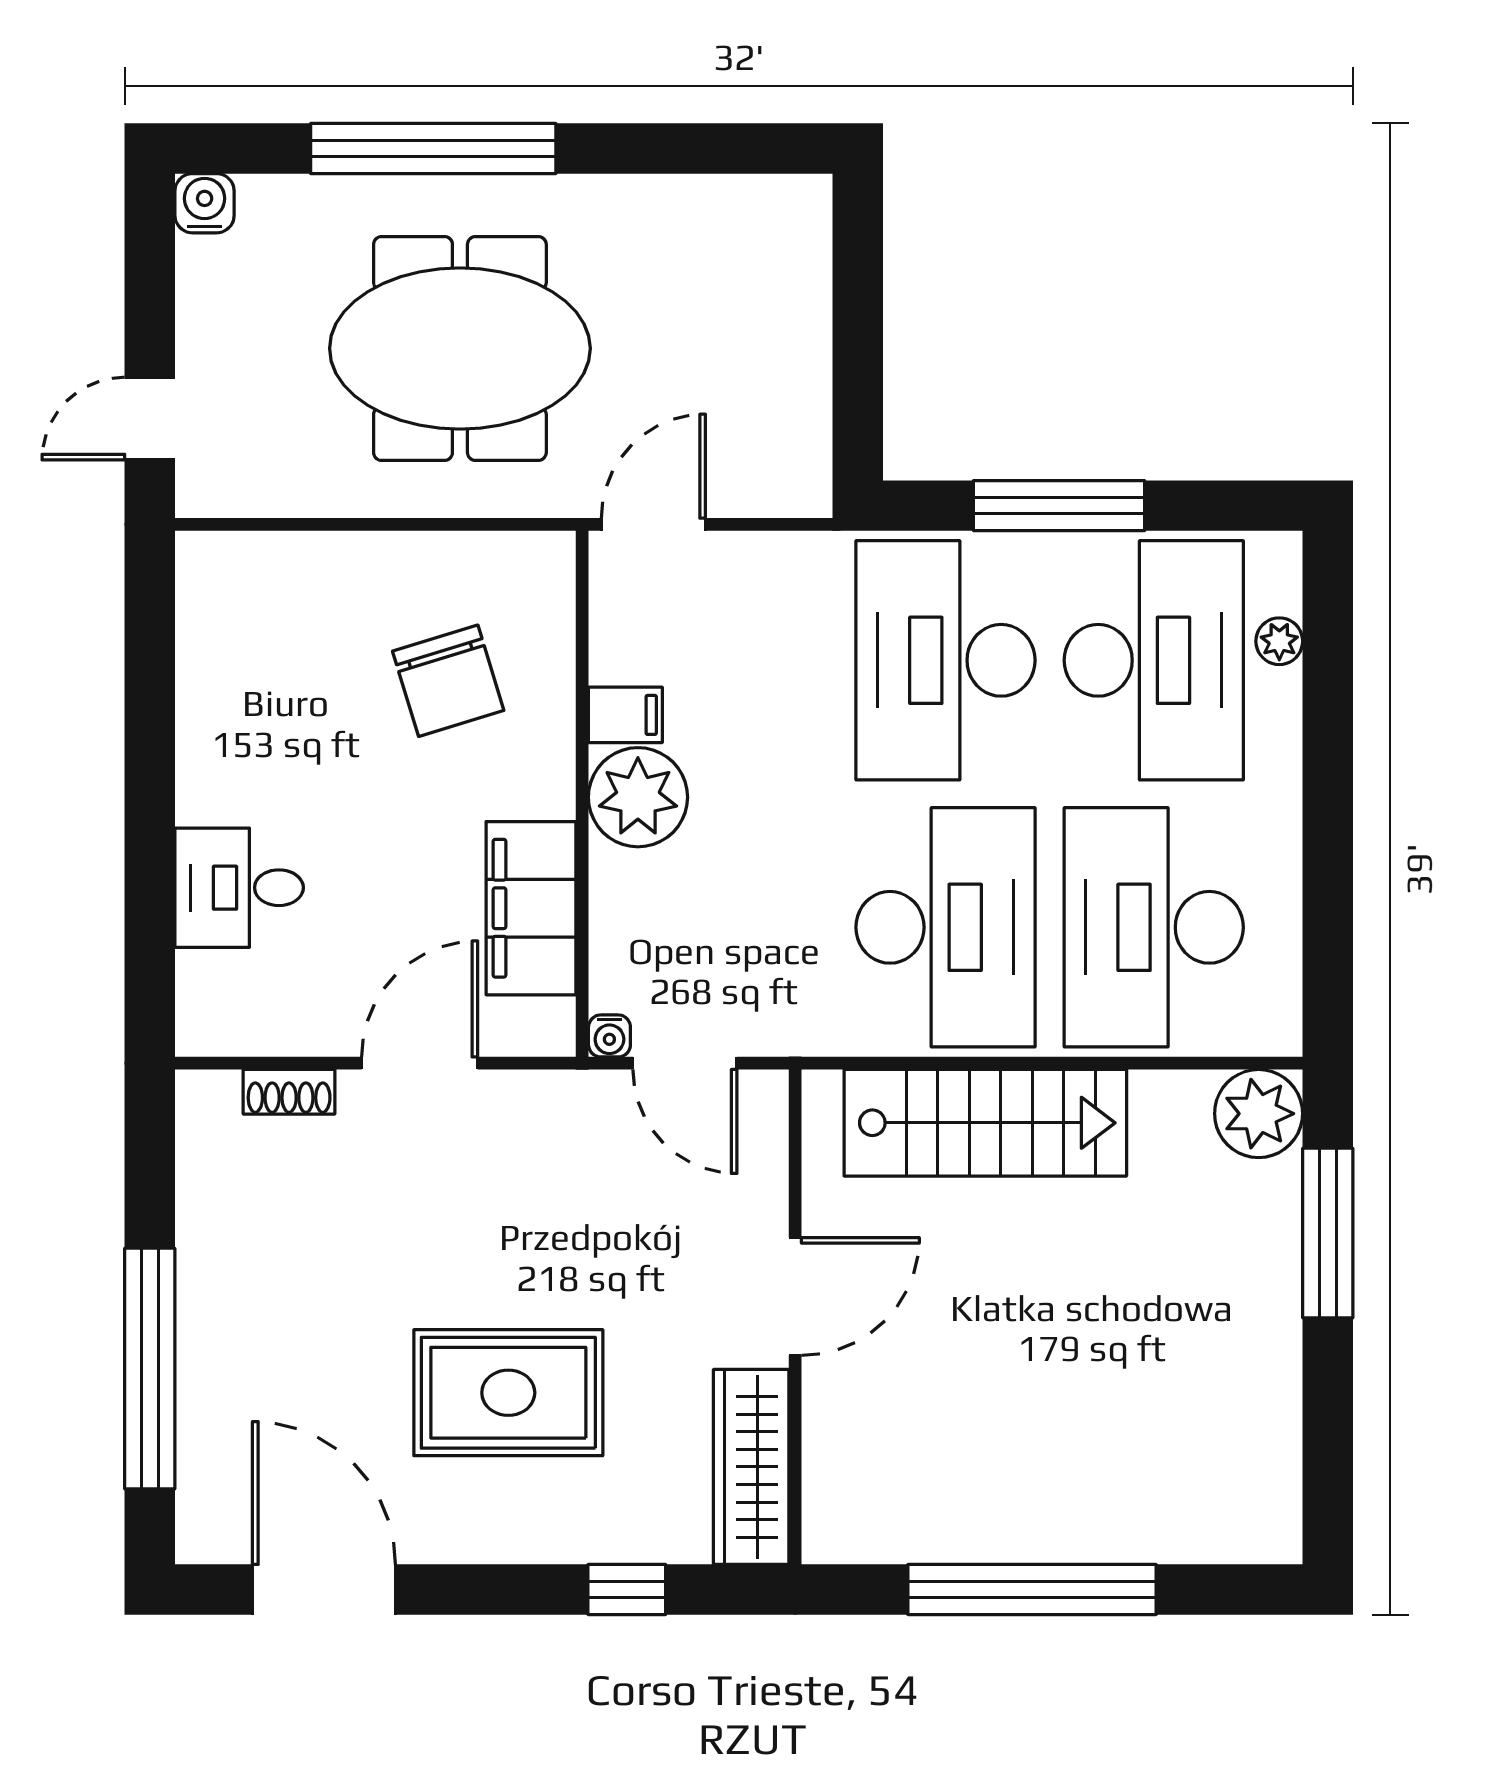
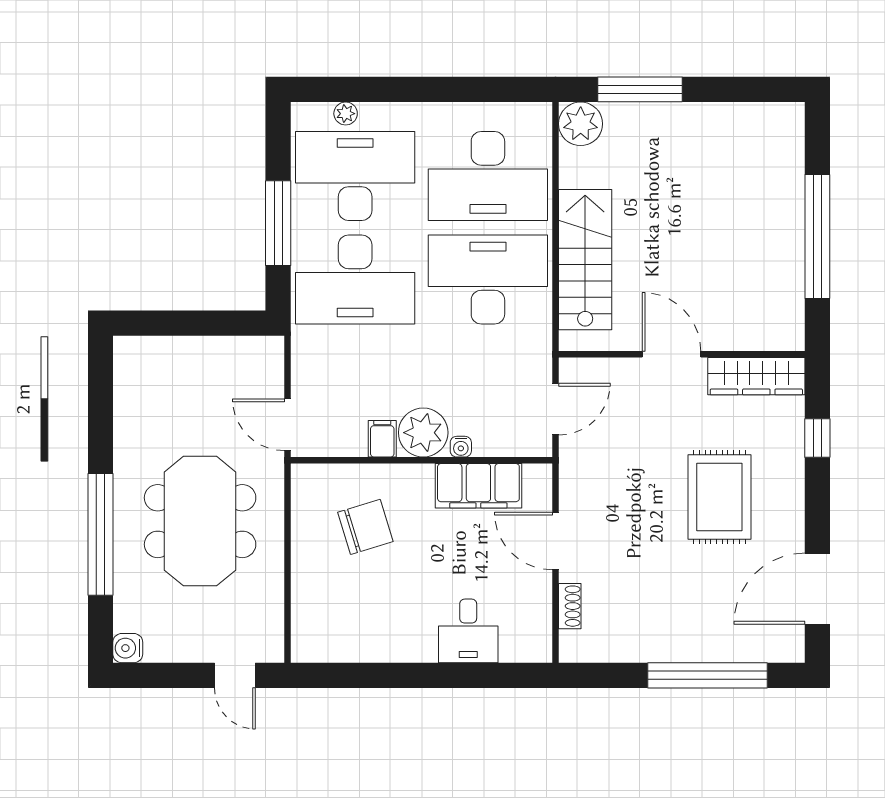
water cooler: (609, 1036) -> (461, 447), moved, turned 90

